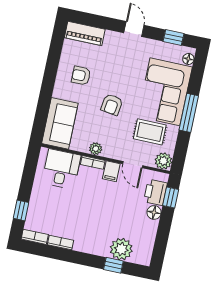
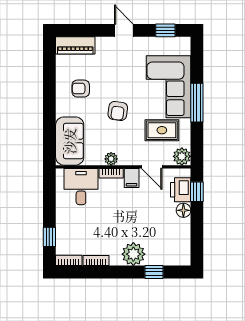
floor lamp: (188, 59) -> (185, 49), removed
plant: (121, 249) -> (133, 254), moved

